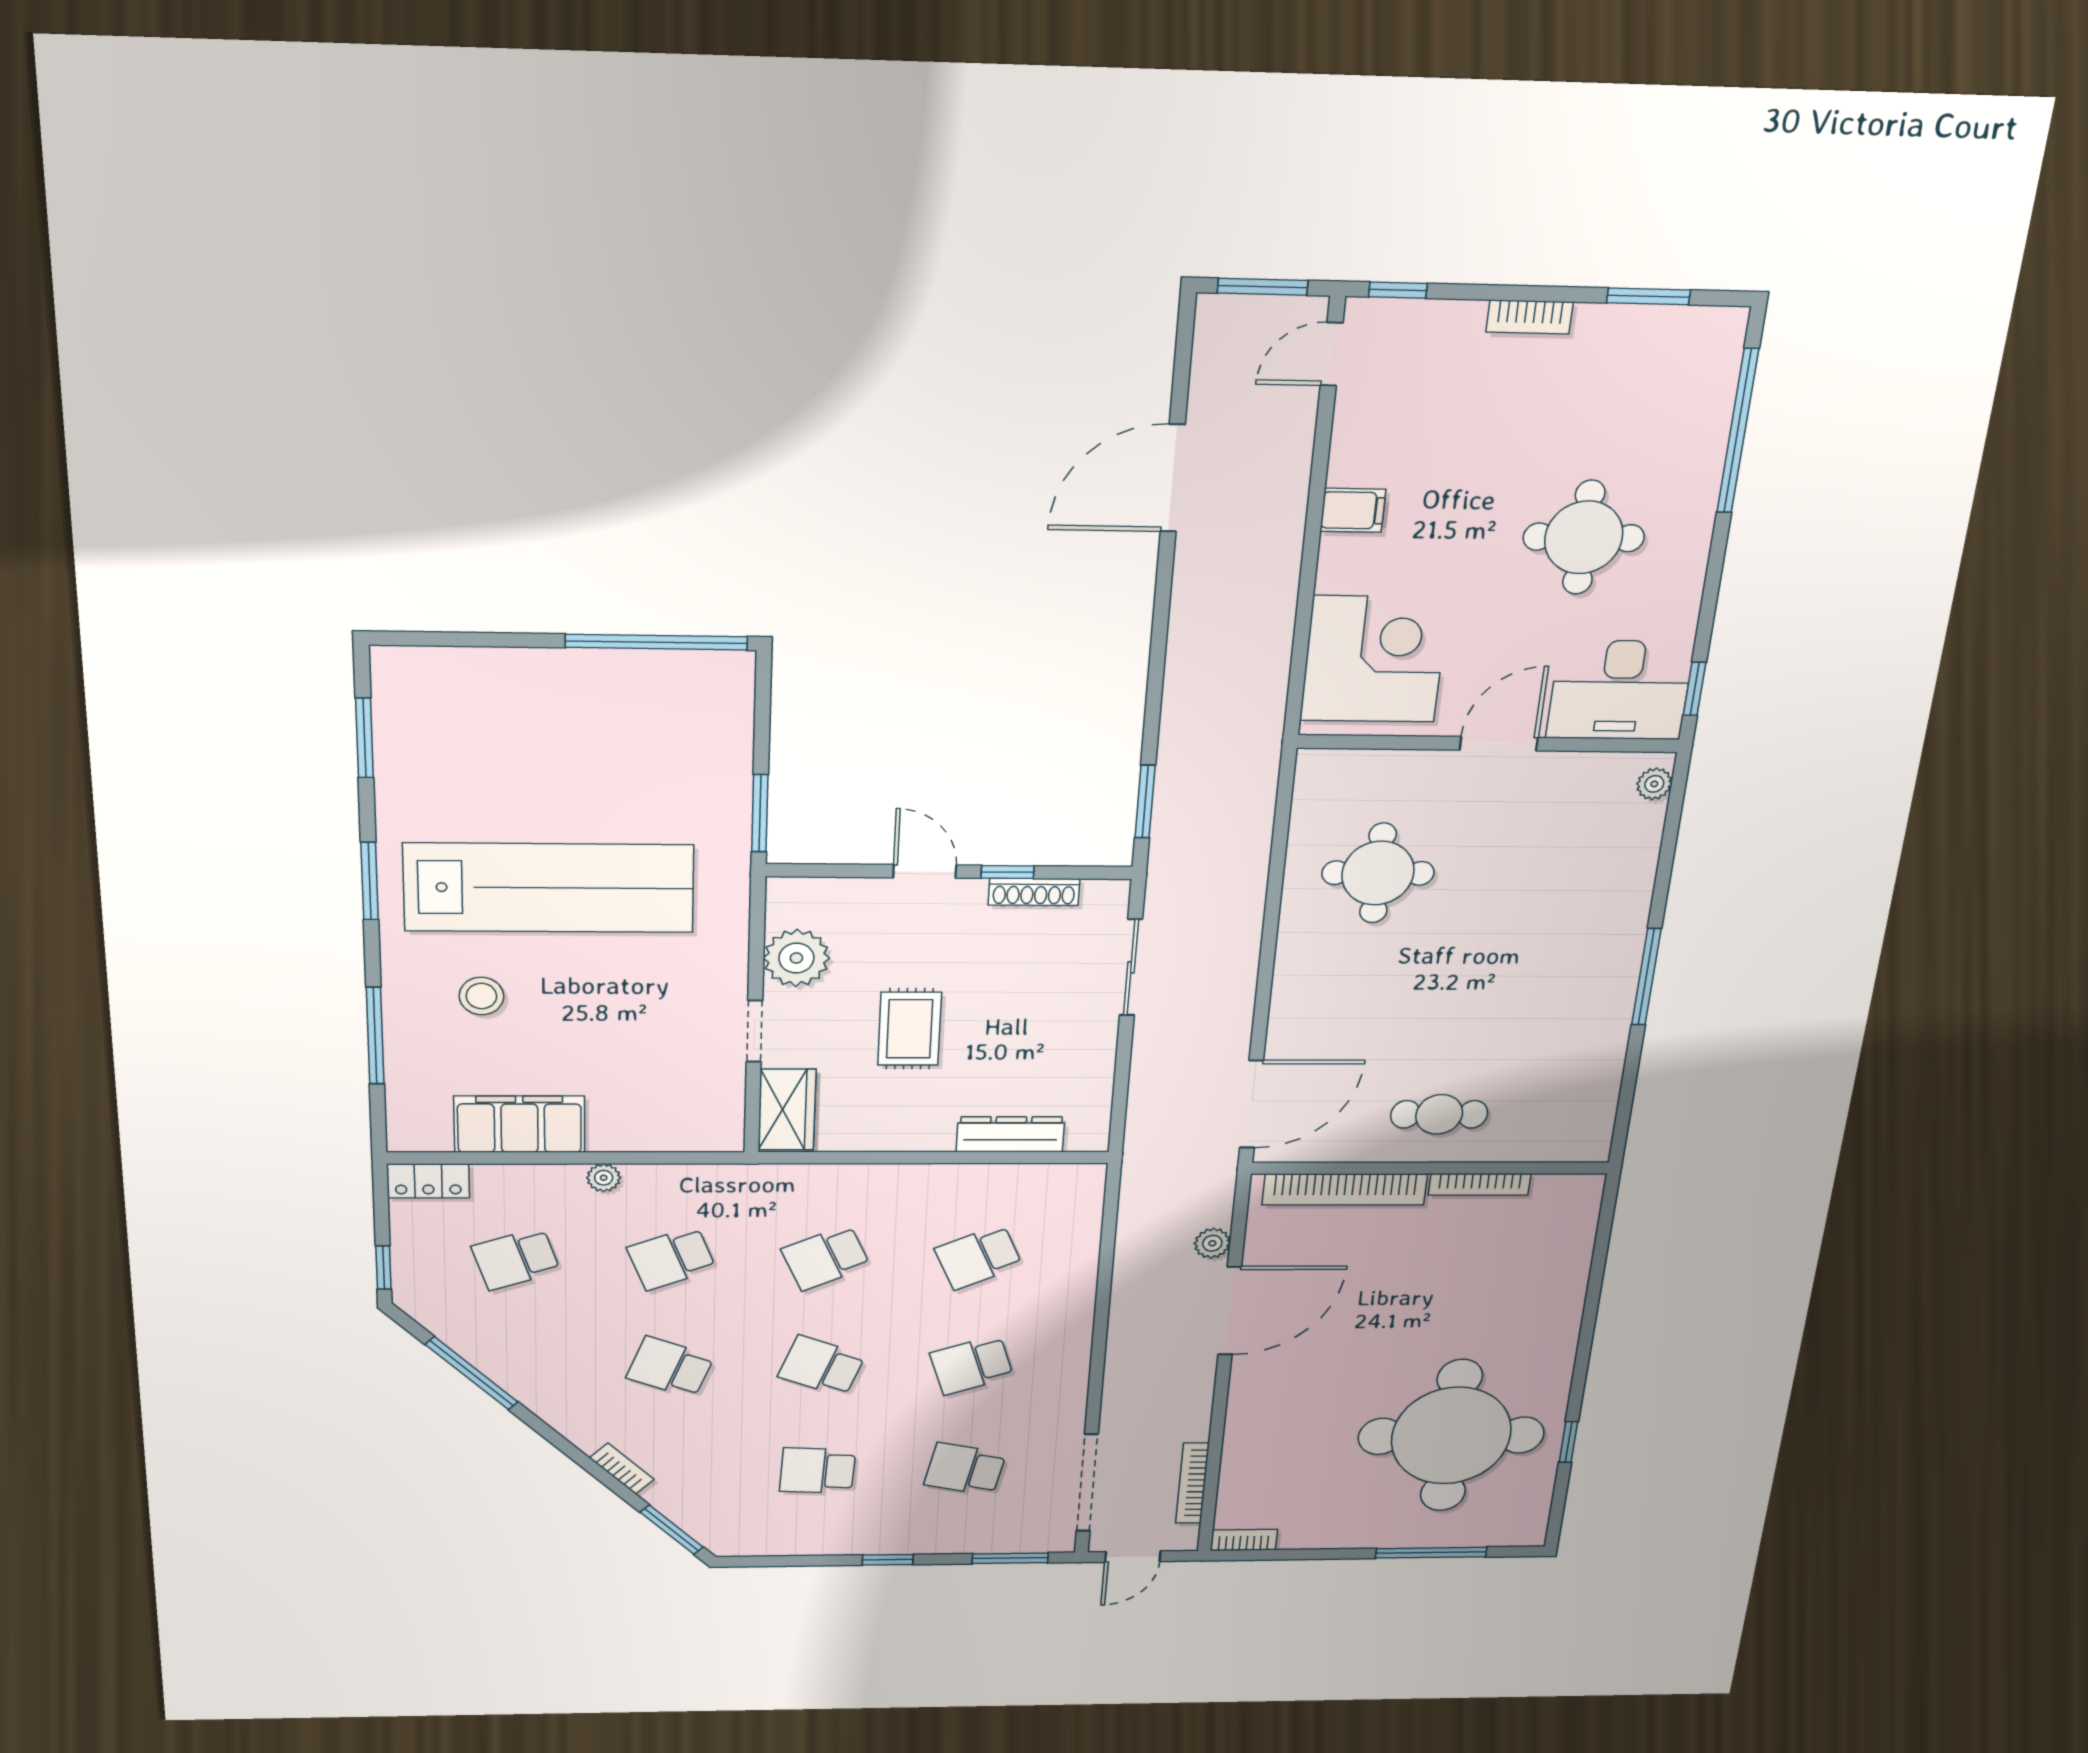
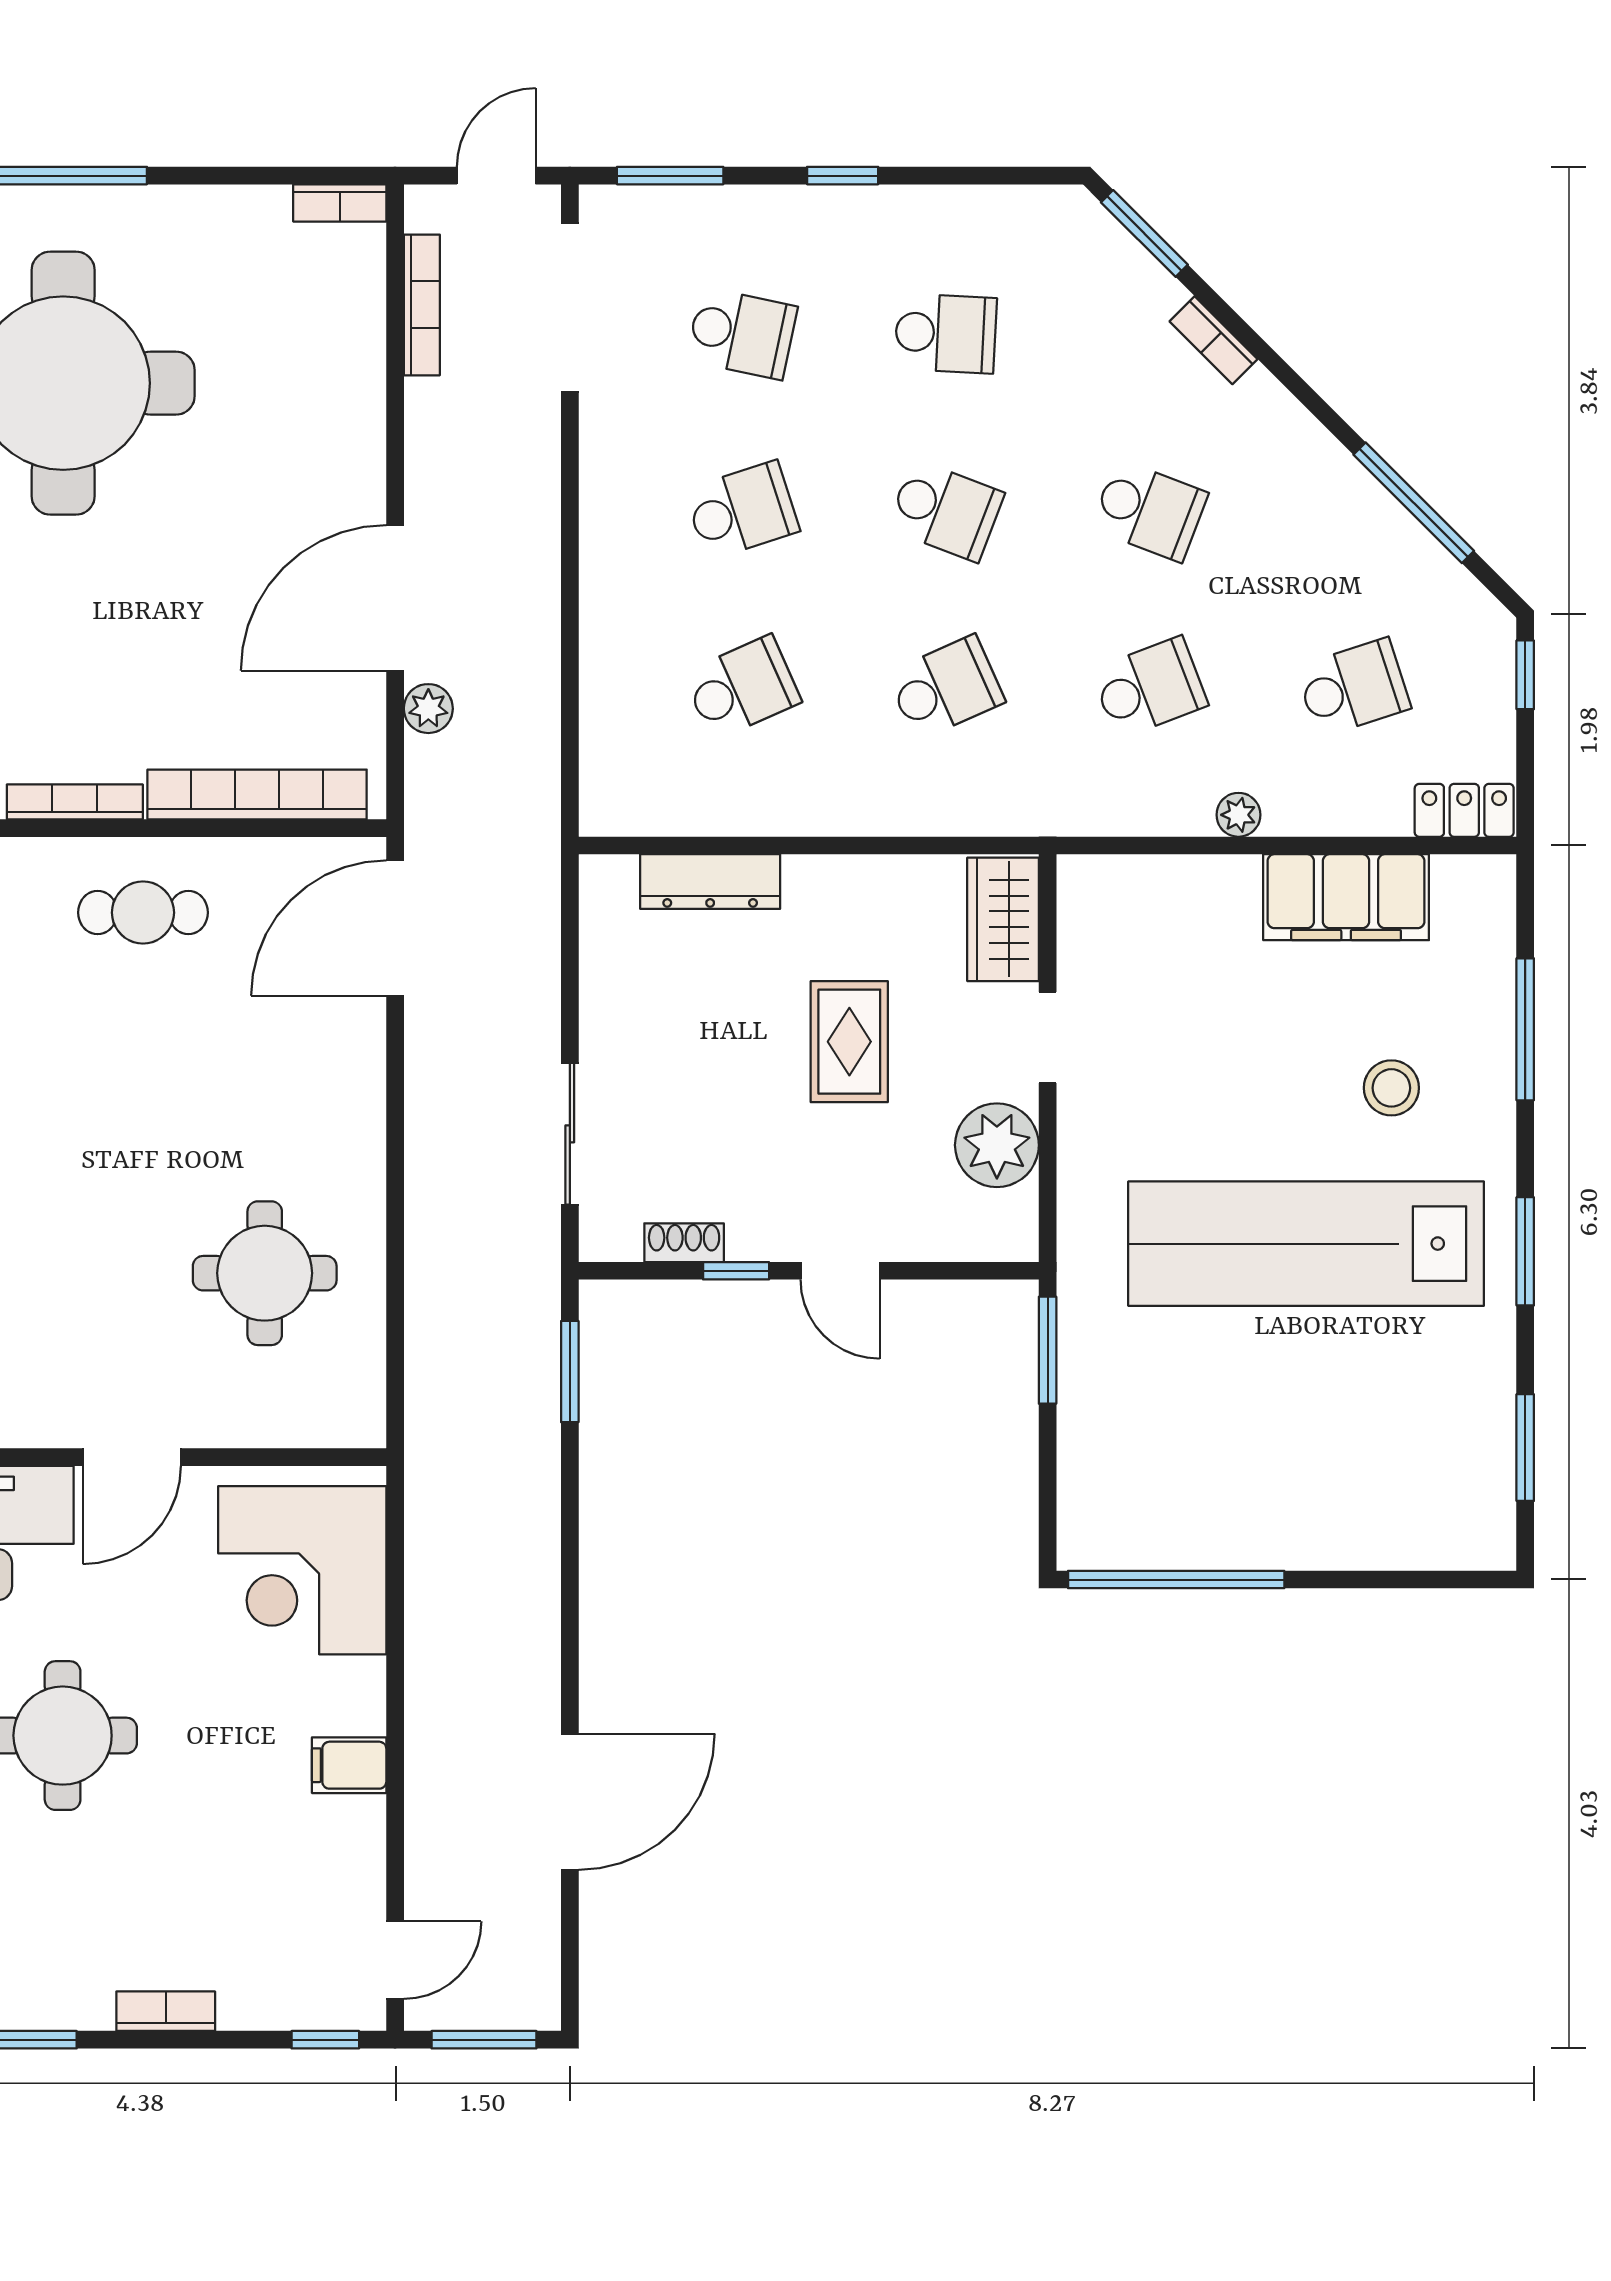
shoe rack: (1034, 892) -> (684, 1243), width x0.70

